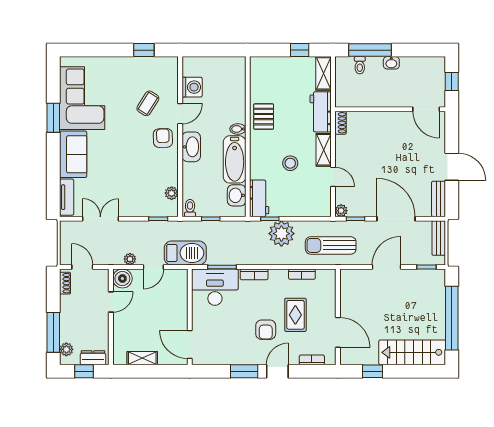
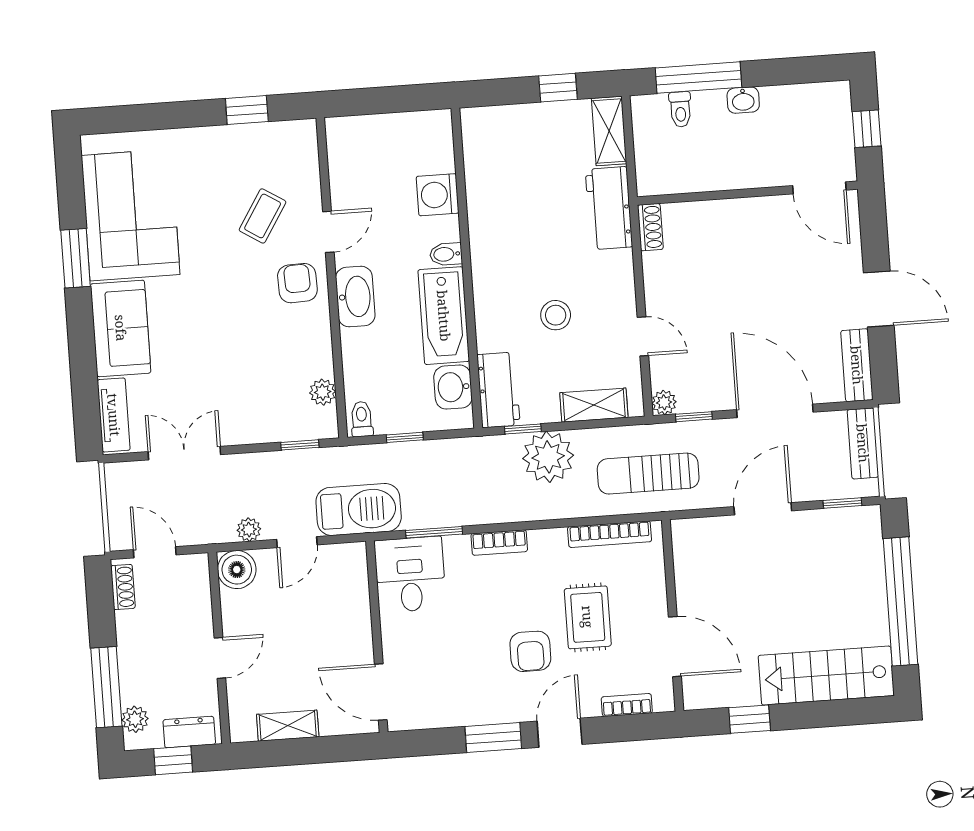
washing machine: (192, 87) -> (438, 195), moved, turned 180
pallet: (264, 117) -> (496, 226), removed
shelving: (324, 150) -> (594, 405), moved, turned 90
bookcase: (302, 274) -> (610, 534), width x1.56
desk: (215, 287) -> (410, 574), width x0.73
door: (111, 302) -> (220, 658), moved

